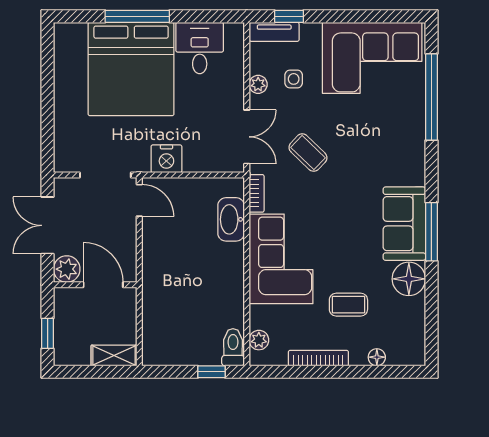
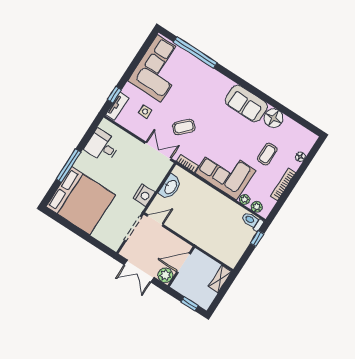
bed: (131, 69) -> (81, 201), moved
plant: (258, 84) -> (245, 199), moved
washbasin: (231, 219) -> (170, 187), moved, turned -90
window: (431, 232) -> (258, 93), removed

